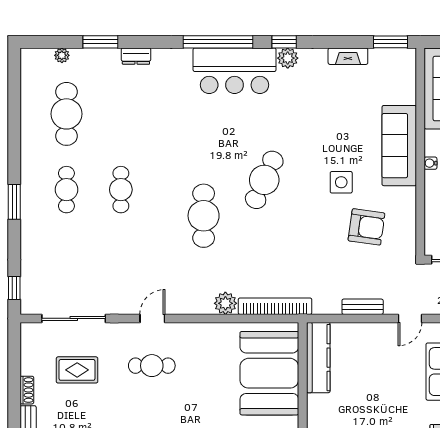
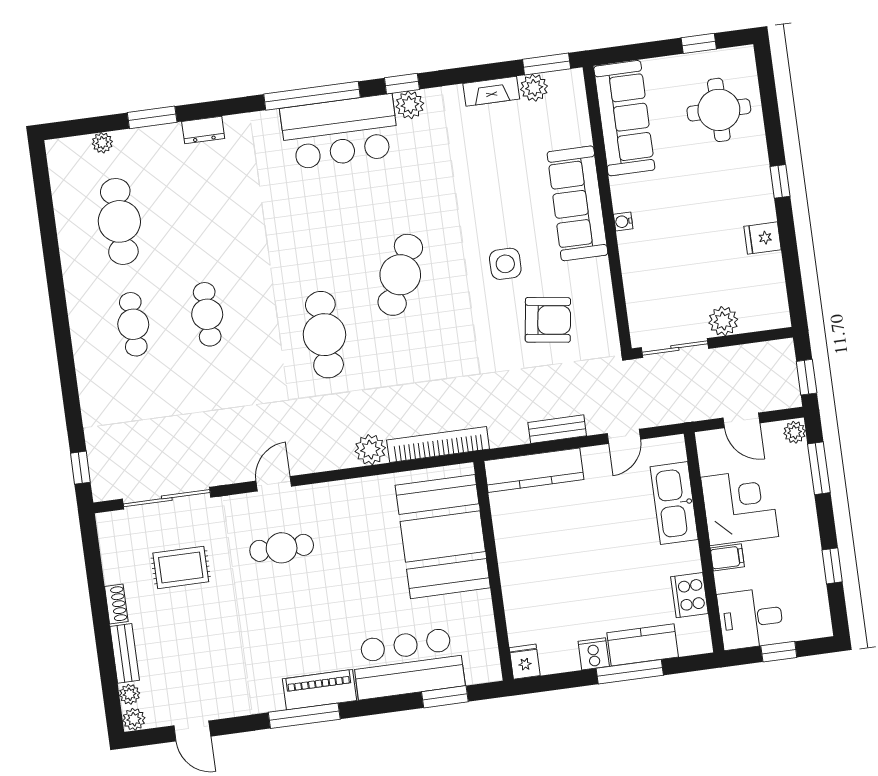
plant: (379, 58) -> (534, 88), added
window: (14, 202) -> (65, 351), removed
kitchen counter: (318, 358) -> (534, 470), moved, turned 90

